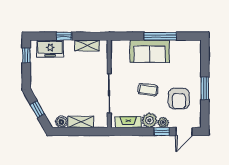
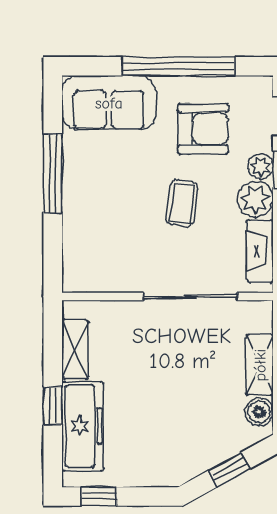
freezer: (50, 49) -> (83, 426), width x1.40
sofa: (150, 51) -> (109, 103), moved, turned 90
window: (205, 88) -> (179, 66), width x2.11

